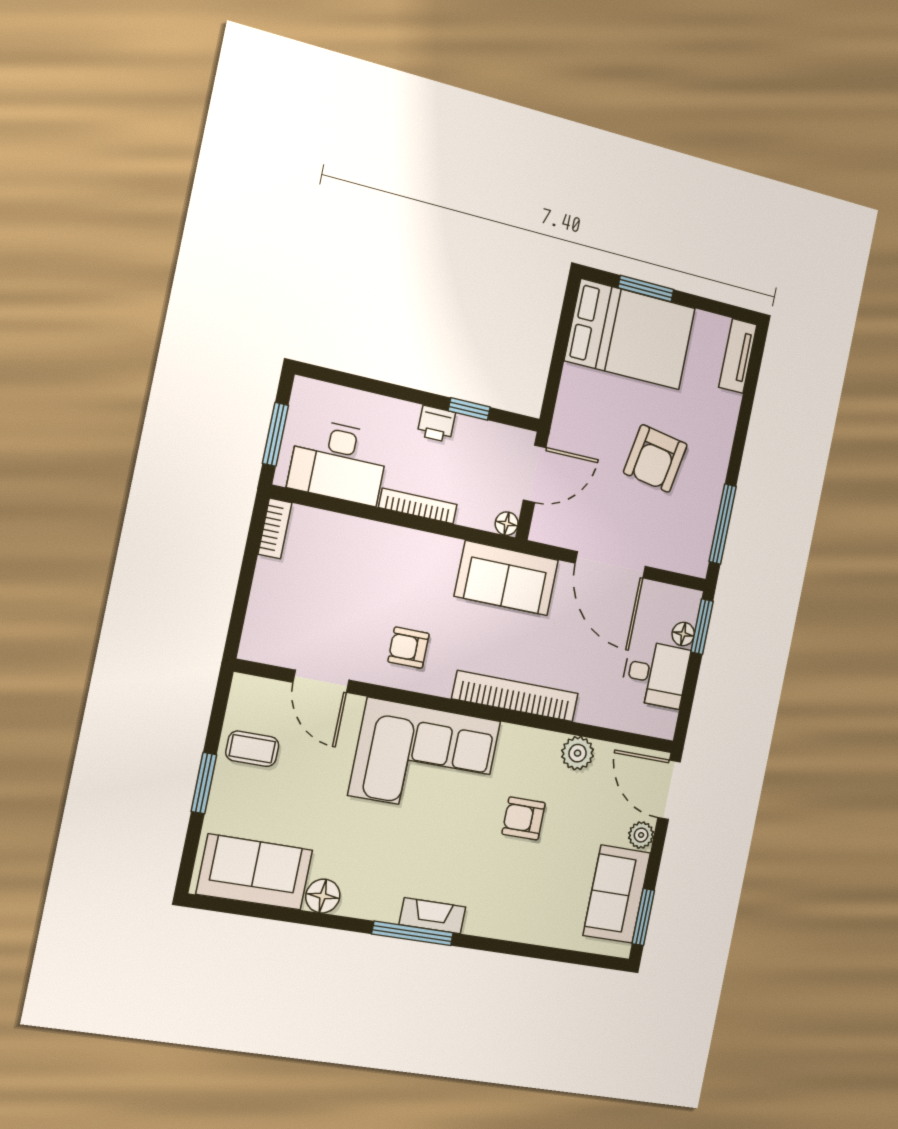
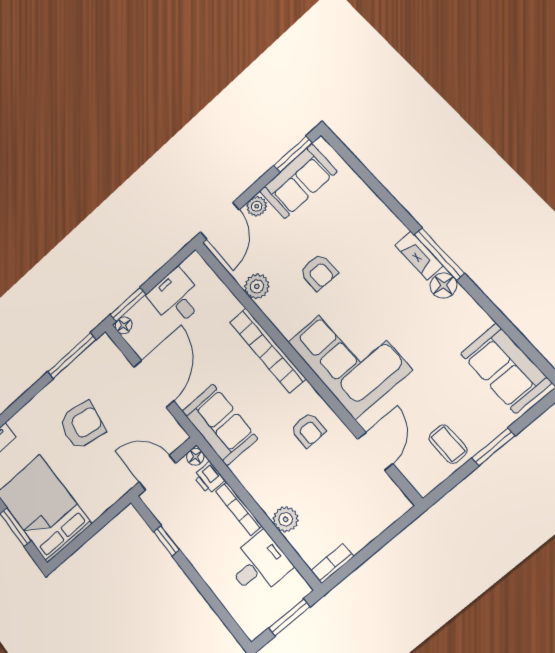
printer: (436, 424) -> (209, 478), moved, turned 180
desk: (339, 462) -> (259, 565), width x0.73
plant: (360, 535) -> (286, 519), added
floor lamp: (683, 634) -> (124, 325), moved
floor lamp: (323, 896) -> (443, 285), moved

